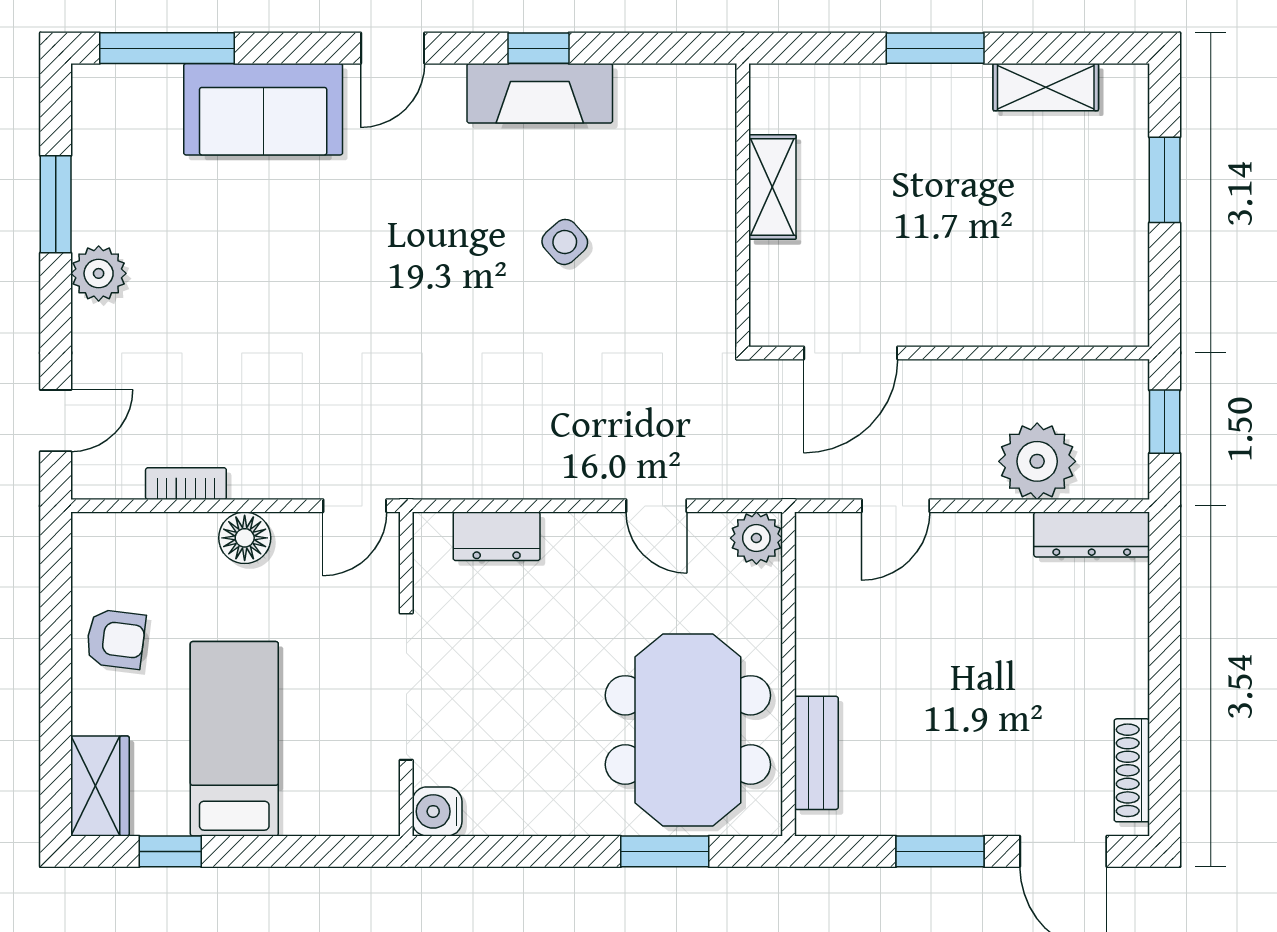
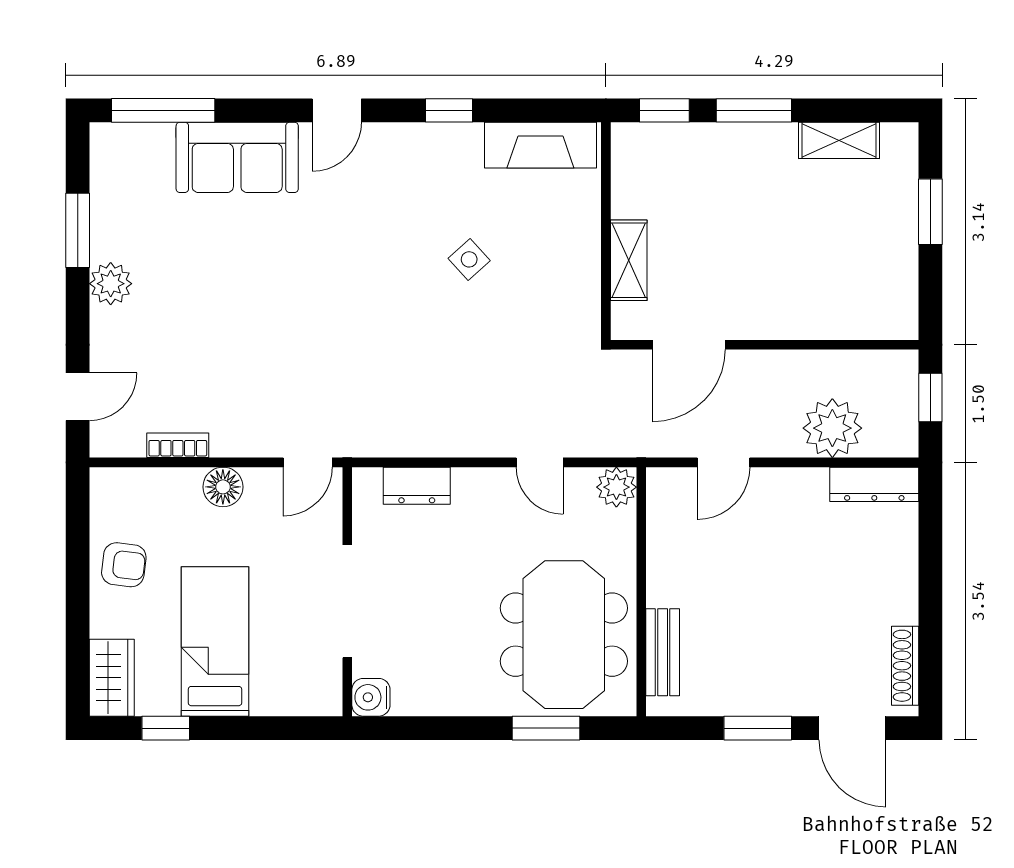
window: (819, 48) -> (664, 110), added
fireplace: (540, 93) -> (540, 145), moved
shelving: (772, 187) -> (629, 260), moved

